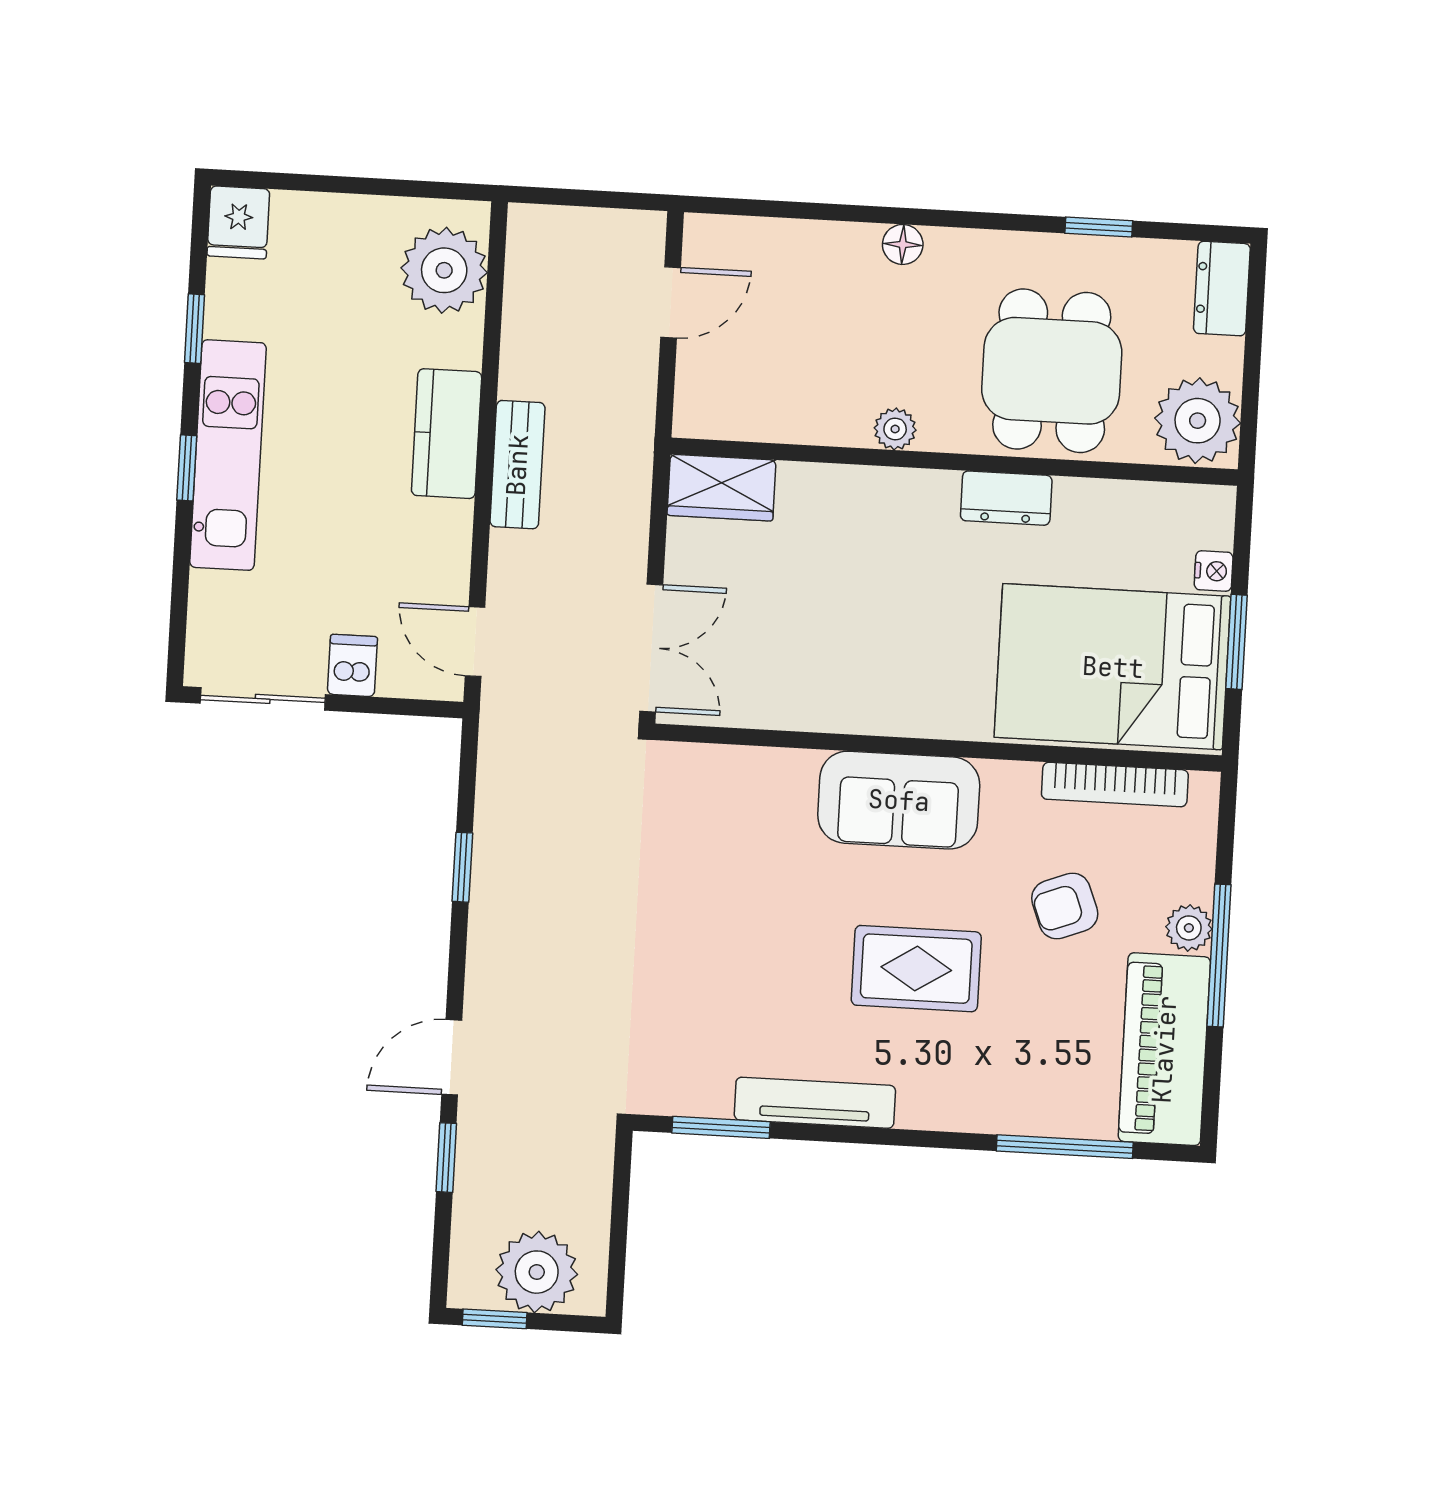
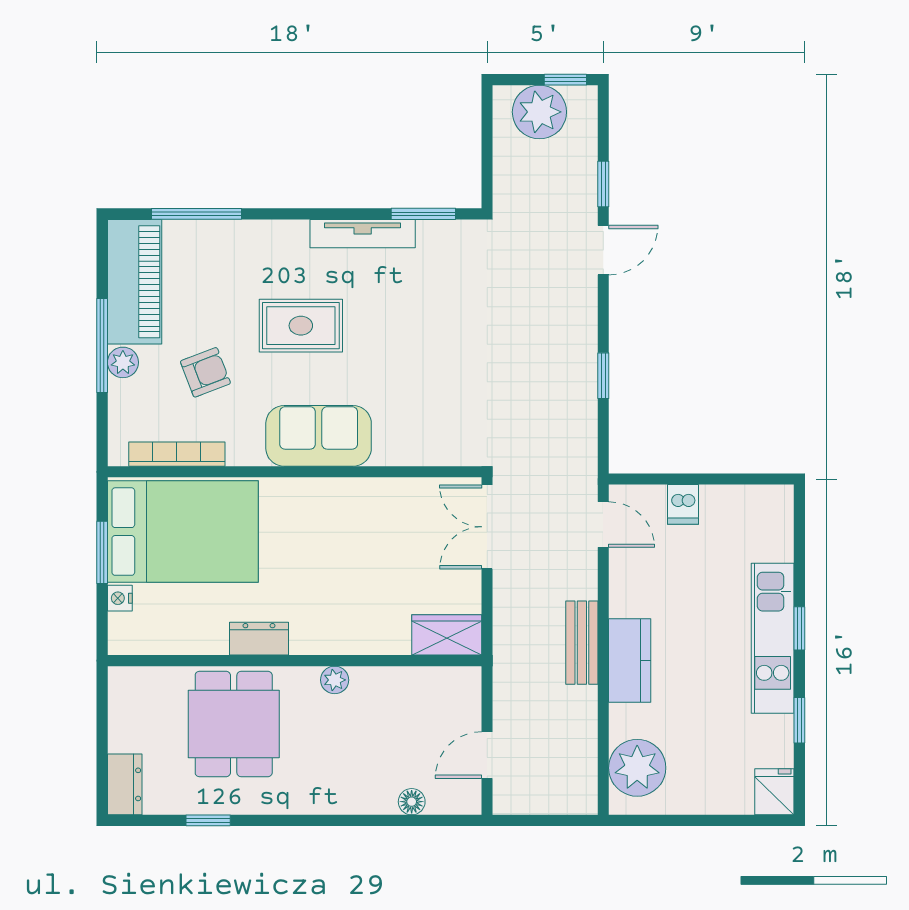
floor lamp: (903, 244) -> (412, 802), moved
plant: (1198, 421) -> (136, 697), removed
sliding door: (263, 699) -> (741, 479), removed

